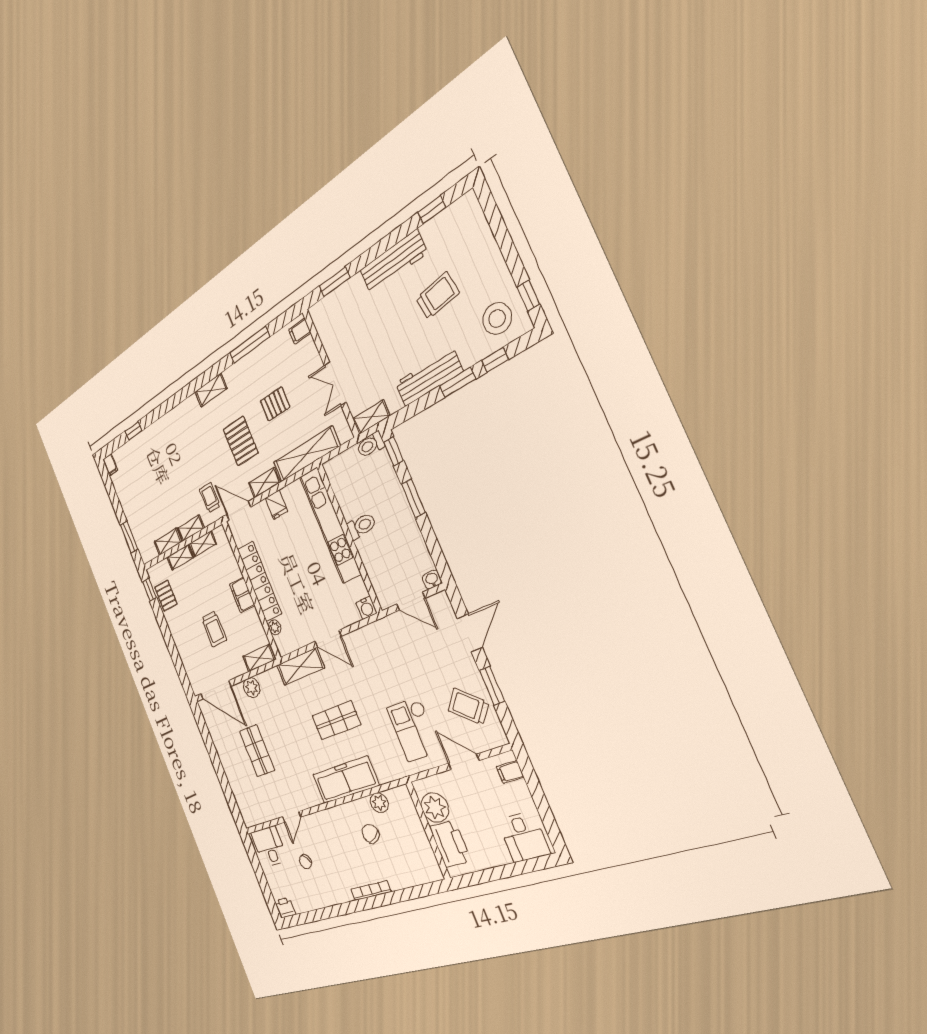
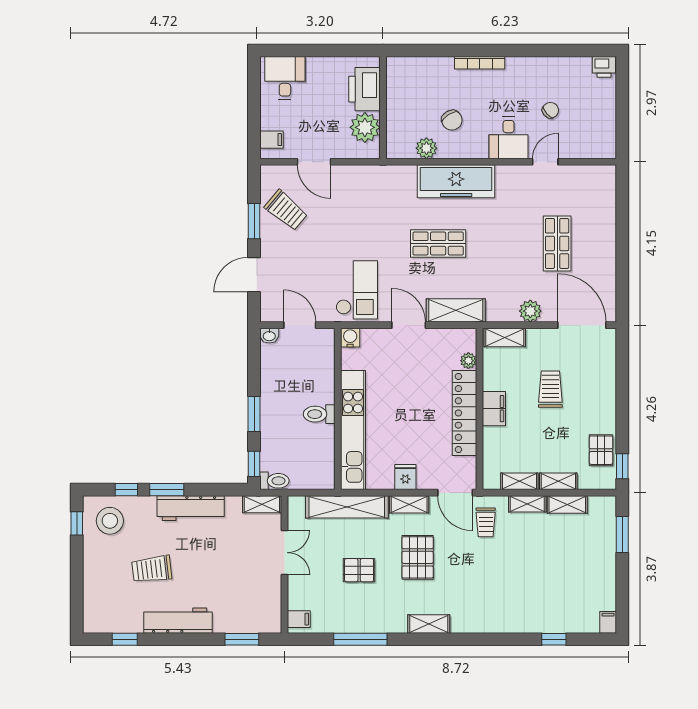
checkout: (413, 729) -> (357, 290), moved
desk: (269, 846) -> (509, 138), moved

